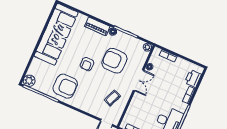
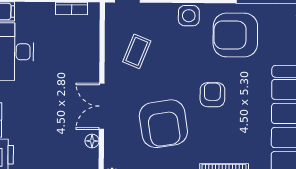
armchair: (114, 61) -> (163, 124), turned 81
side table: (82, 104) -> (189, 16), added

